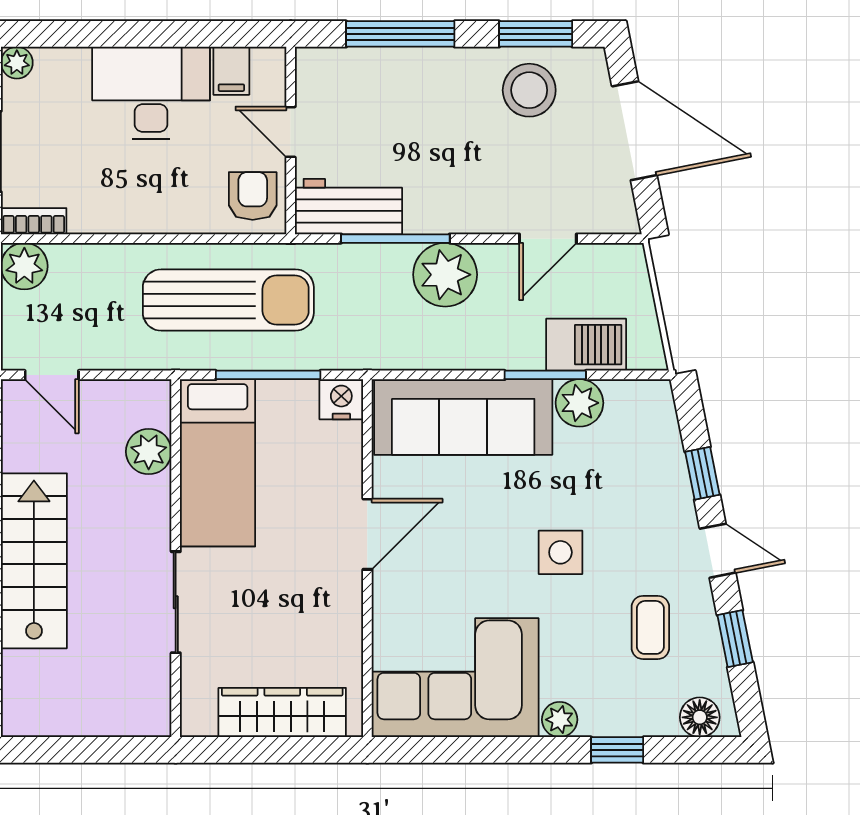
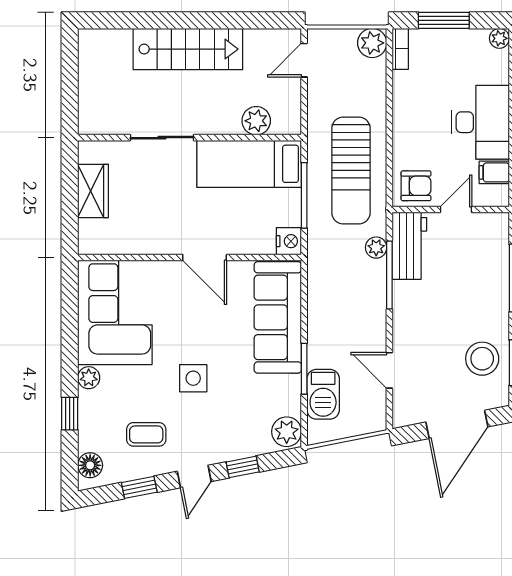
plant: (445, 275) -> (376, 248), moved, width x0.53, depth x0.53
plant: (579, 403) -> (287, 432), moved
wardrobe: (282, 712) -> (93, 191), width x0.67

